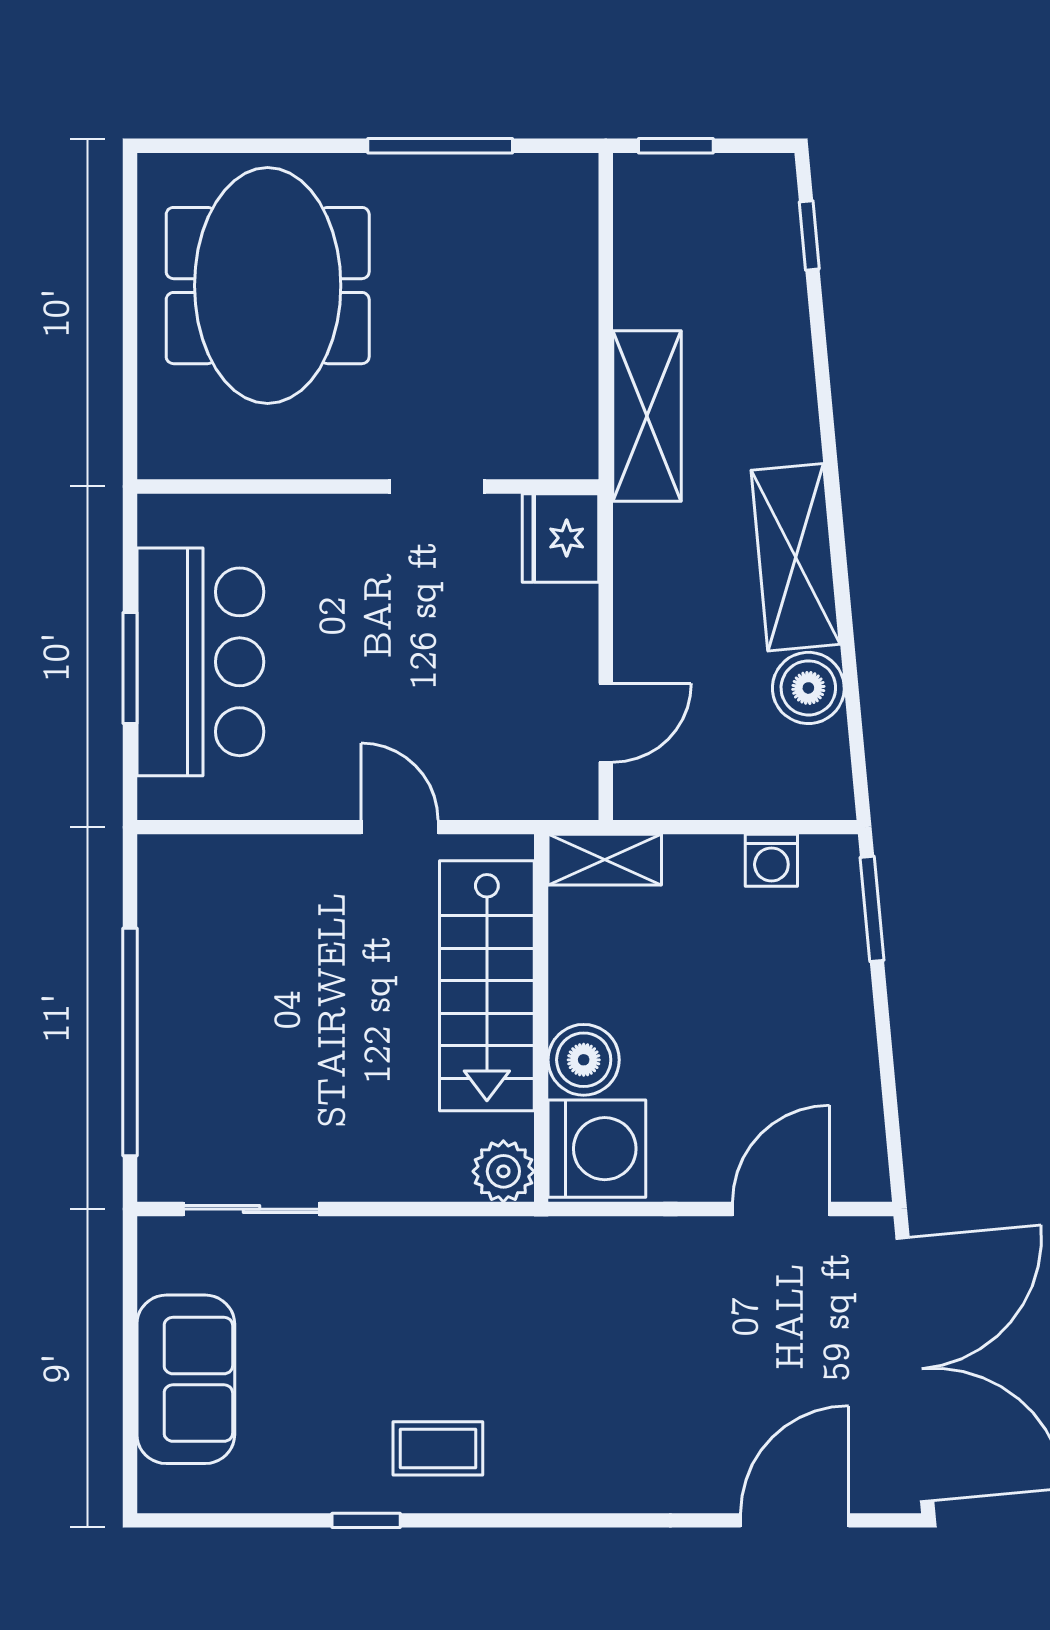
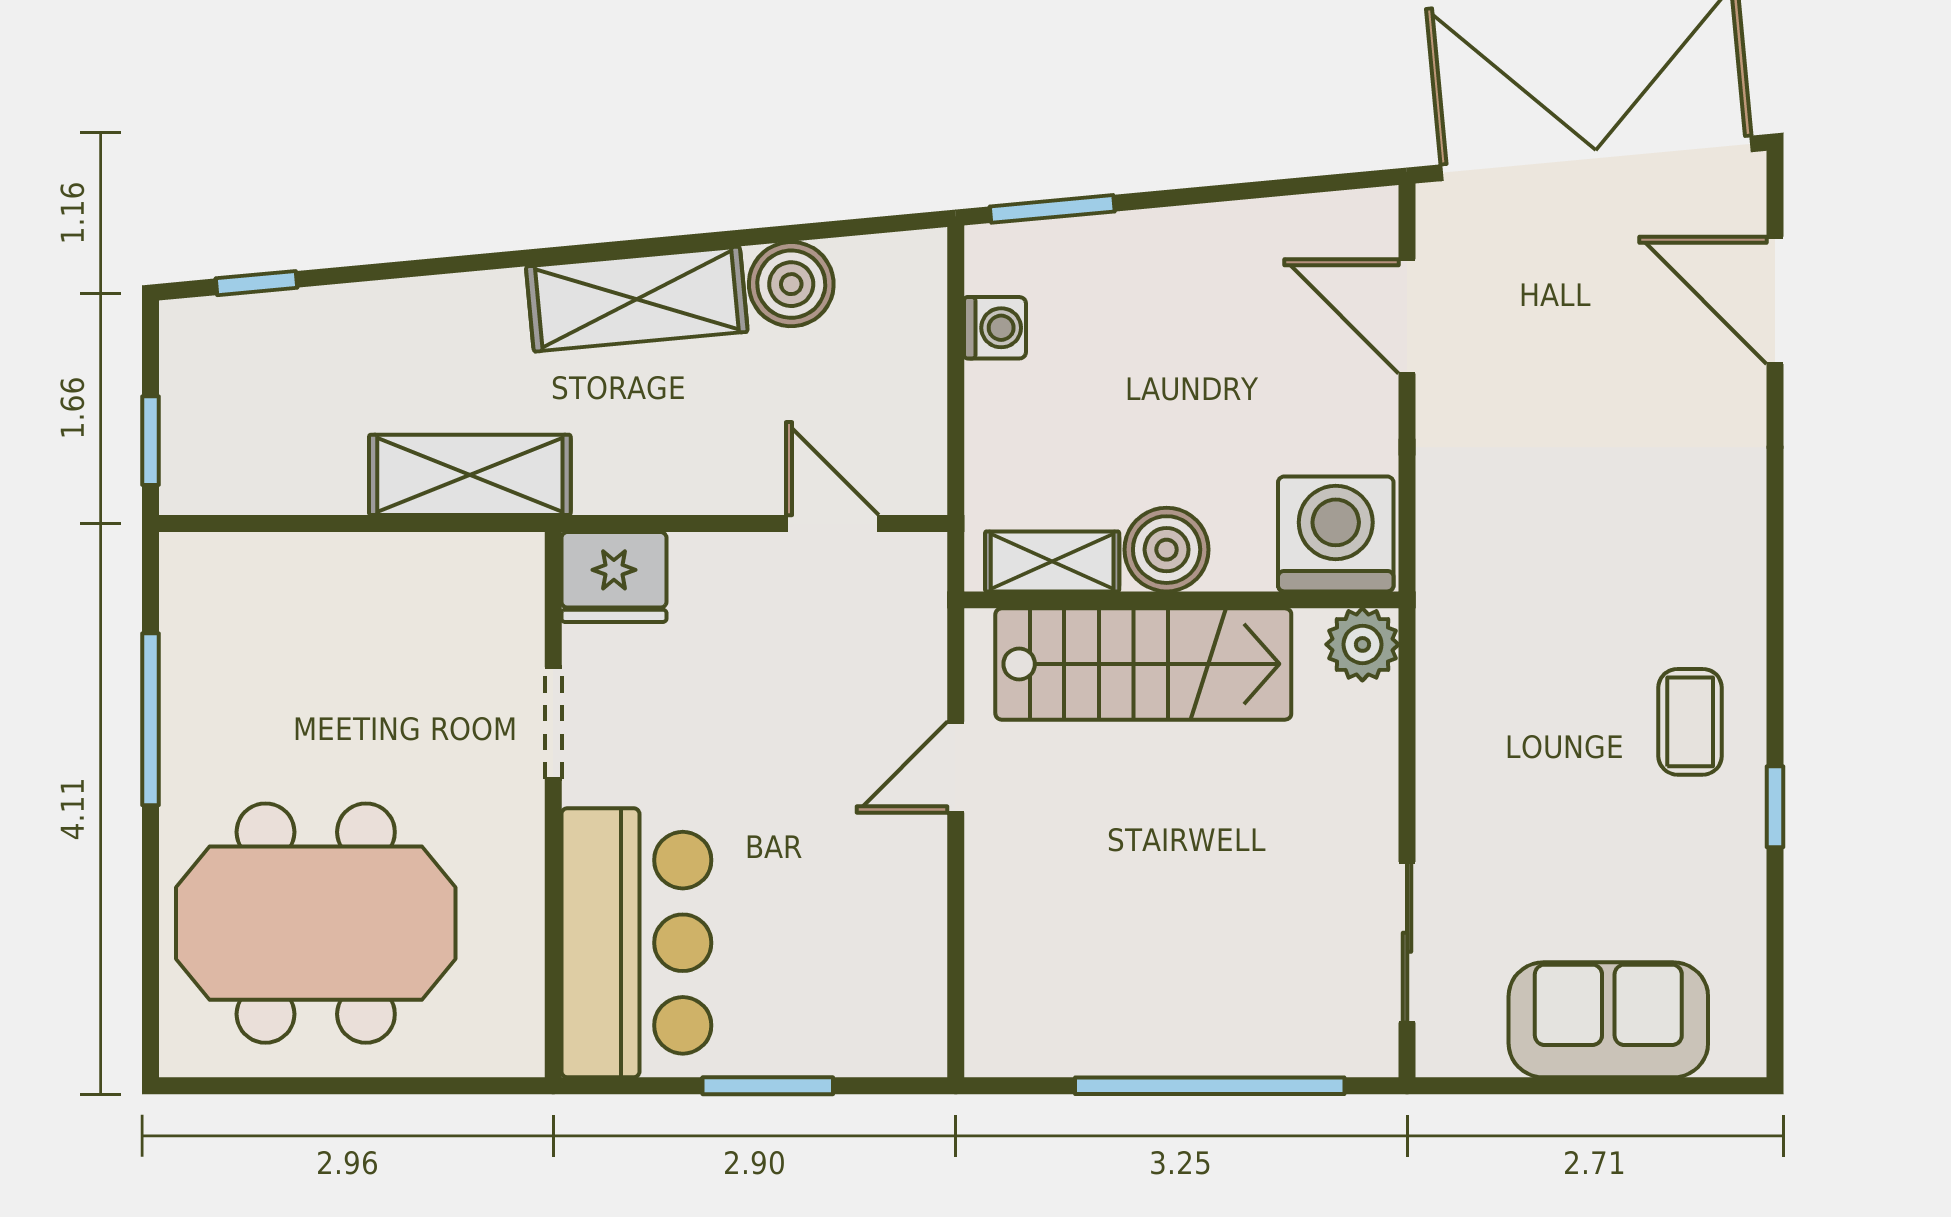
bar counter: (200, 662) -> (636, 943), moved, turned 90
shelving: (605, 860) -> (1052, 561), moved, turned 90
boiler: (584, 1060) -> (1167, 550), moved

